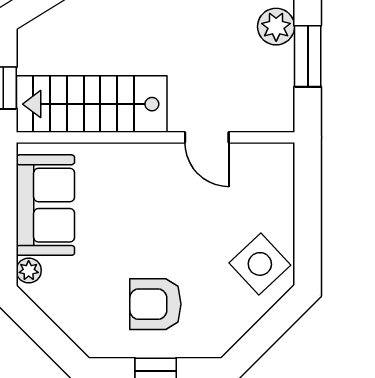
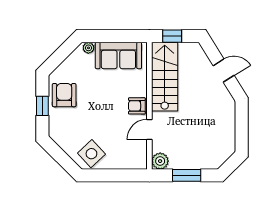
plant: (276, 27) -> (160, 161), moved
armchair: (156, 165) -> (137, 106), added
armchair: (155, 304) -> (64, 95), moved

